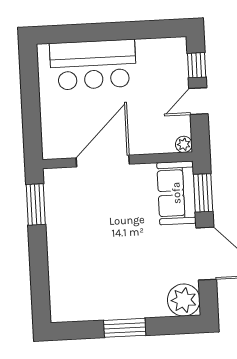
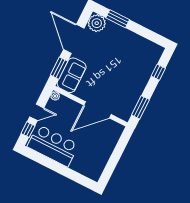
bar counter: (93, 65) -> (53, 146), moved
window: (39, 277) -> (158, 72), added
window: (125, 328) -> (118, 19), moved

